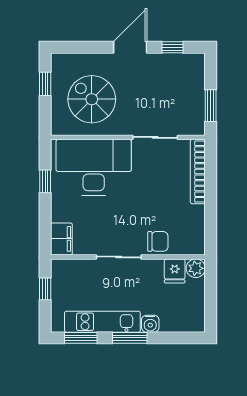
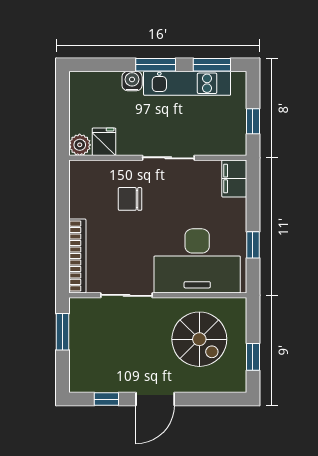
chair: (158, 241) -> (130, 199), moved

